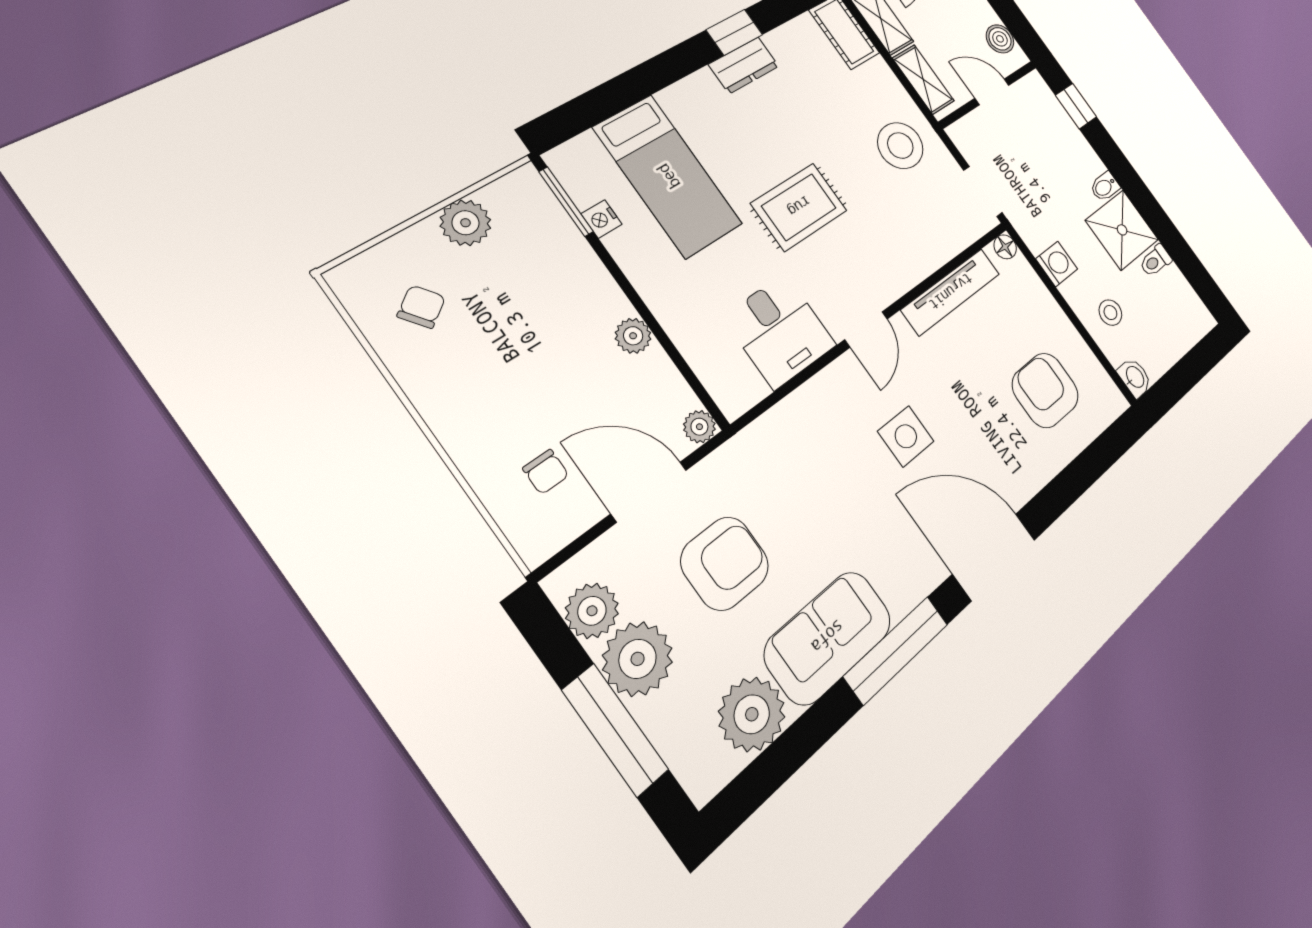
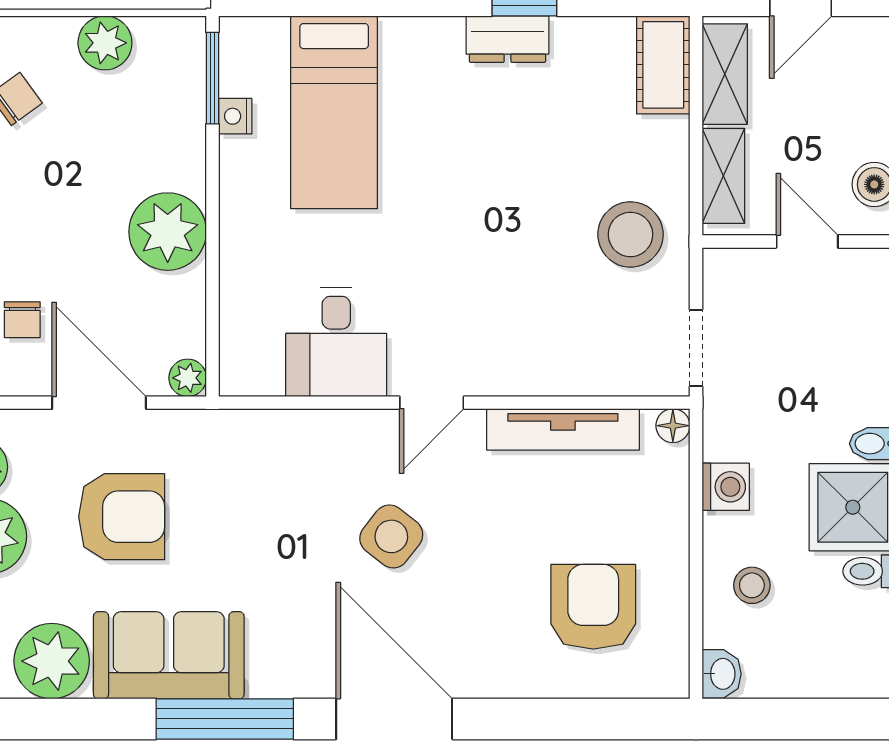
rug: (799, 207) -> (454, 230), removed
plant: (633, 336) -> (168, 232), width x1.88, depth x1.88
side table: (906, 436) -> (391, 536), turned 38

